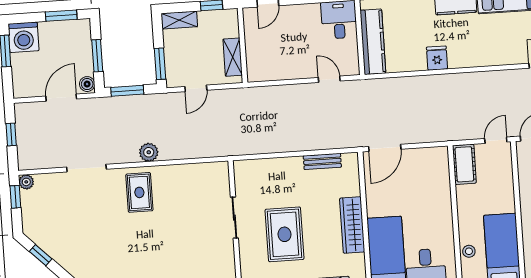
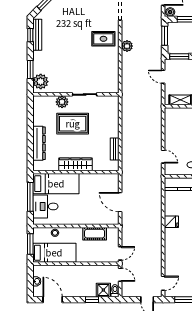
door: (329, 79) -> (163, 157), hinge flipped
door: (496, 140) -> (120, 253), hinge flipped
door: (385, 148) -> (120, 202), moved
cot: (464, 164) -> (95, 234), moved
plant: (249, 254) -> (62, 102), added

